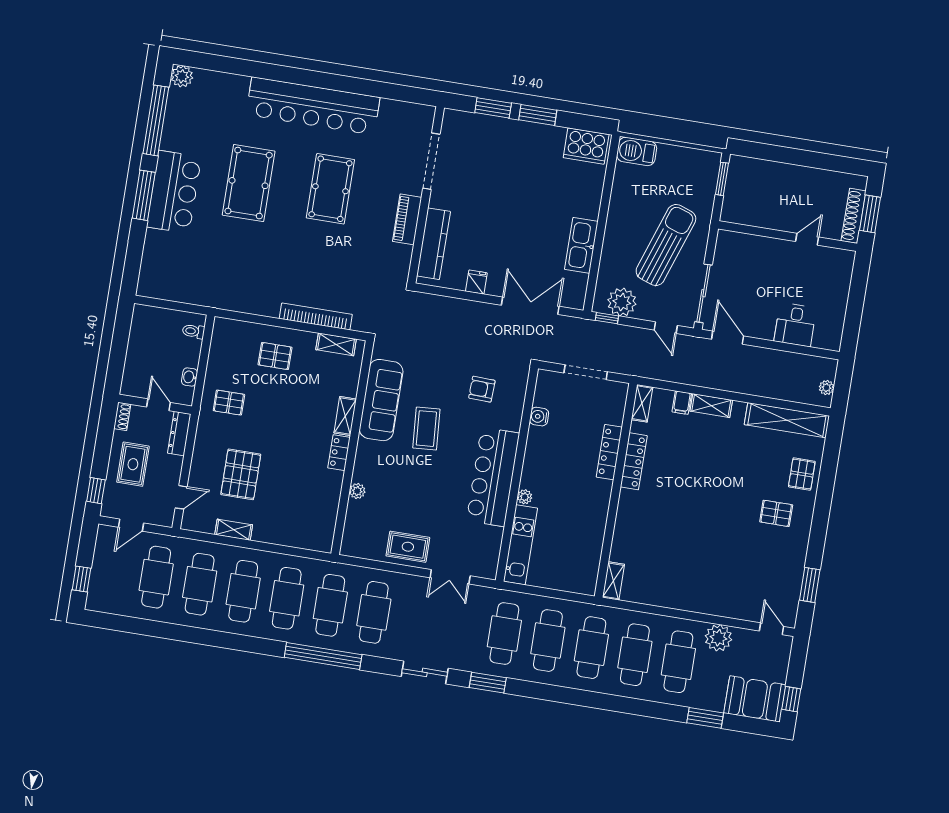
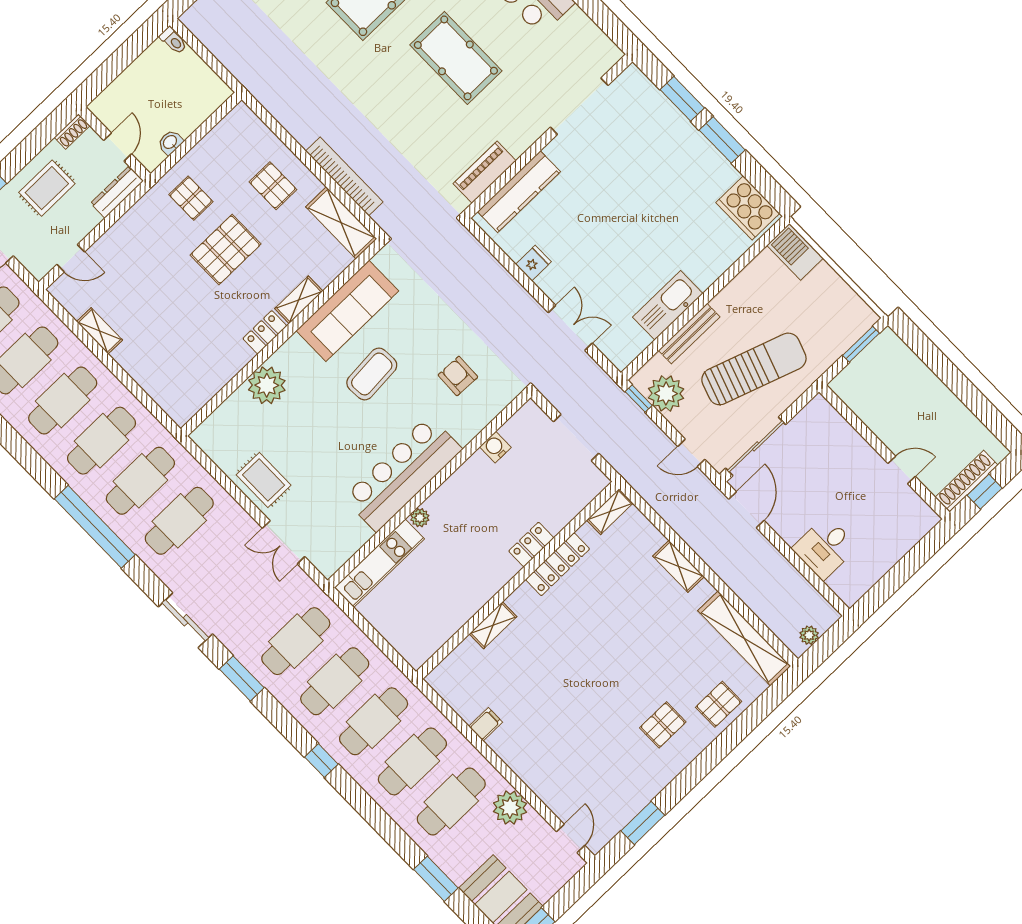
pool table: (330, 189) -> (456, 58), turned 90
window: (870, 214) -> (985, 492), width x0.67
piano: (407, 219) -> (485, 172), moved
bench: (608, 253) -> (689, 334), added
double door: (530, 306) -> (570, 328), width x0.73
door: (666, 328) -> (691, 453), hinge flipped
toilet: (193, 331) -> (173, 41), moved, turned 180
shelving: (336, 344) -> (341, 223), width x1.50, depth x1.33
filing cabinet: (682, 403) -> (486, 724), moved, turned 180
locker: (609, 452) -> (531, 545), width x0.66
pallet: (241, 474) -> (226, 249), moved
plant: (357, 491) -> (267, 385), width x1.87, depth x1.87
pallet: (776, 513) -> (663, 725), turned 90
shelving: (613, 581) -> (493, 625), moved
window: (577, 697) -> (321, 761), added

